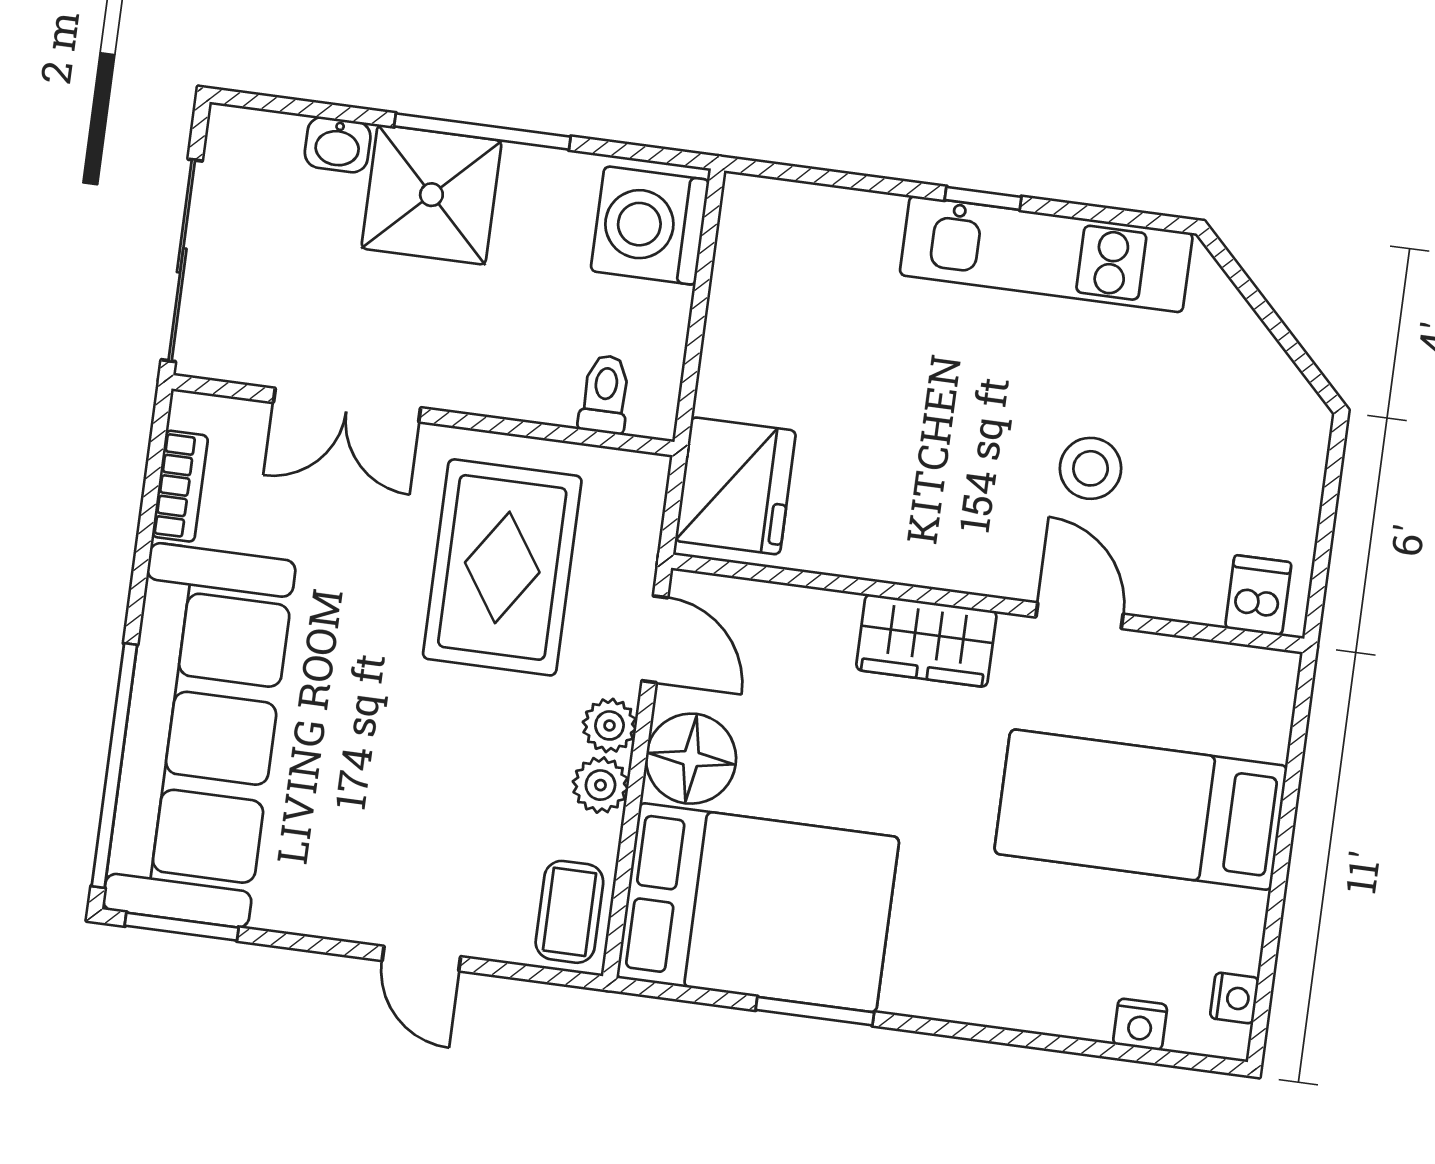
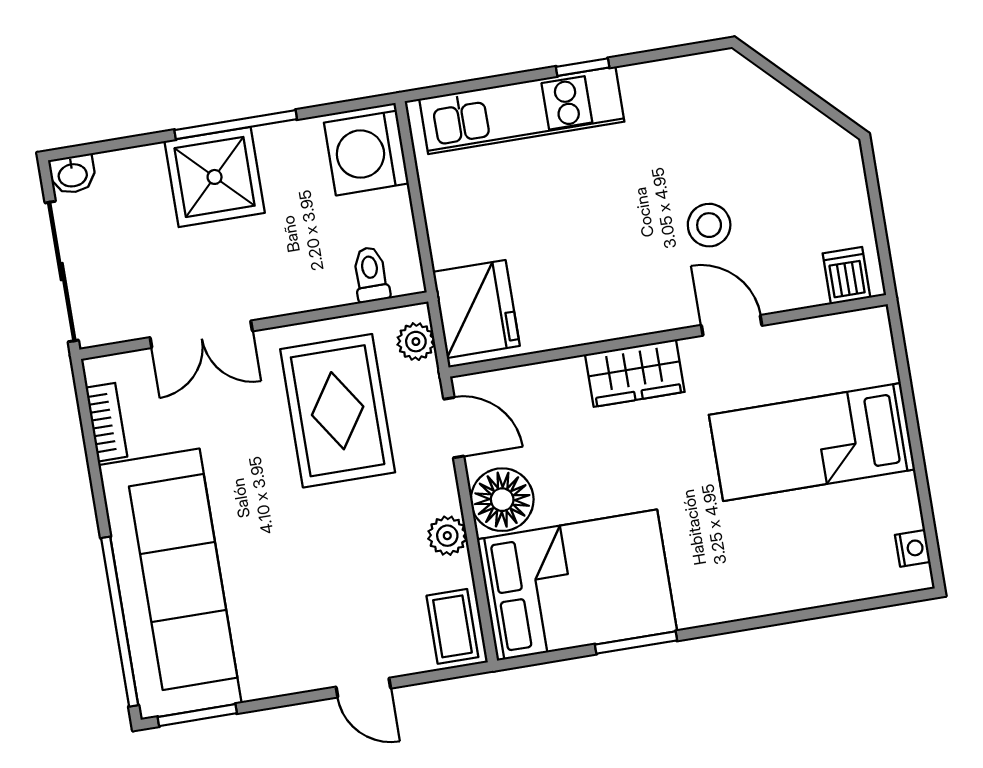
washbasin: (338, 145) -> (73, 174), moved
kitchen unit: (1046, 254) -> (522, 110), moved
plant: (609, 725) -> (416, 342), moved
nightstand: (1140, 1024) -> (855, 585), removed

